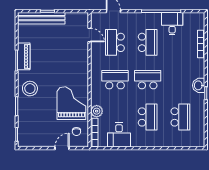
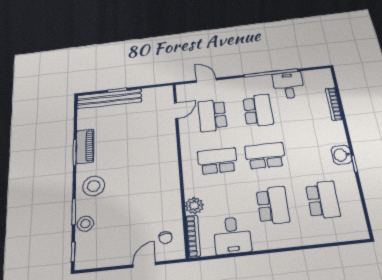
door: (89, 35) -> (176, 111), hinge flipped
grand piano: (71, 103) -> (156, 199), removed
stool: (24, 116) -> (85, 224), added

